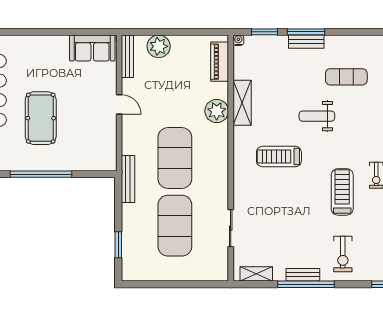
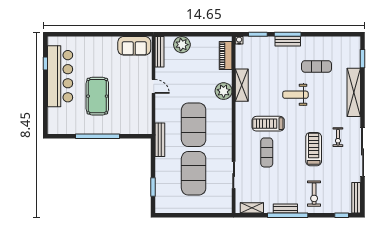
exercise mat: (277, 197) -> (267, 152), added

